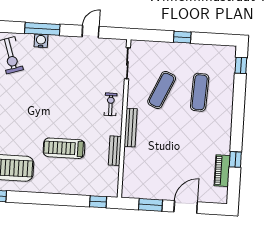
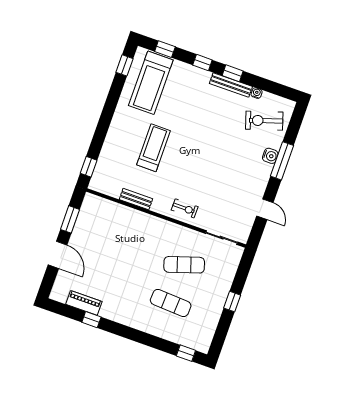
exercise mat: (162, 90) -> (184, 265), turned -42
bench: (131, 128) -> (155, 222), removed

